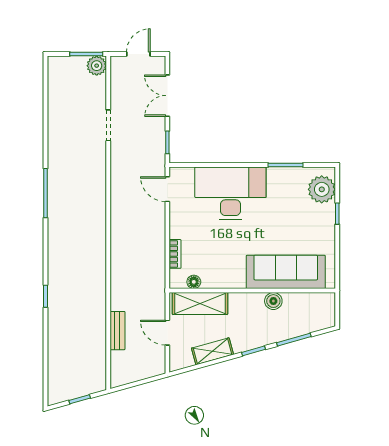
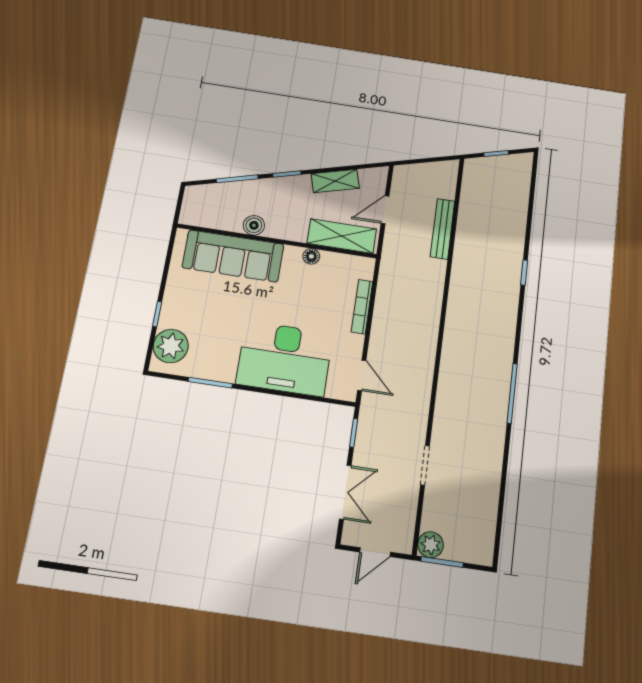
bookcase: (175, 254) -> (362, 307), width x1.56
floor lamp: (194, 282) -> (311, 256), moved
bench: (117, 331) -> (443, 229), width x1.36
door: (167, 333) -> (385, 210), swing flipped

